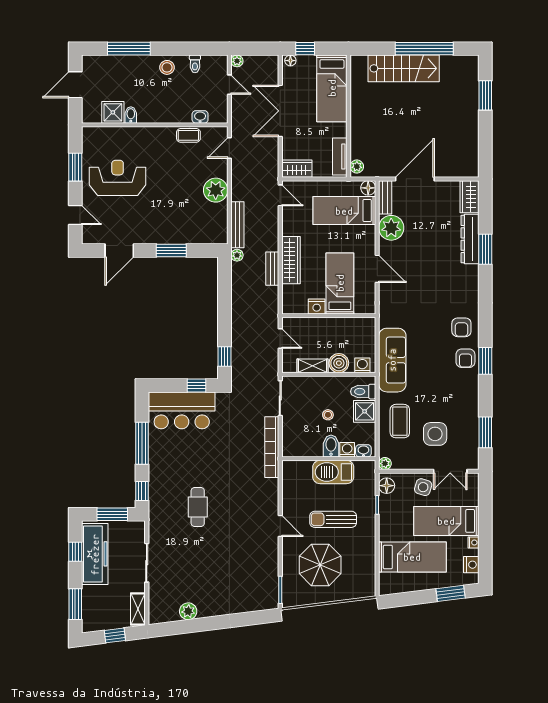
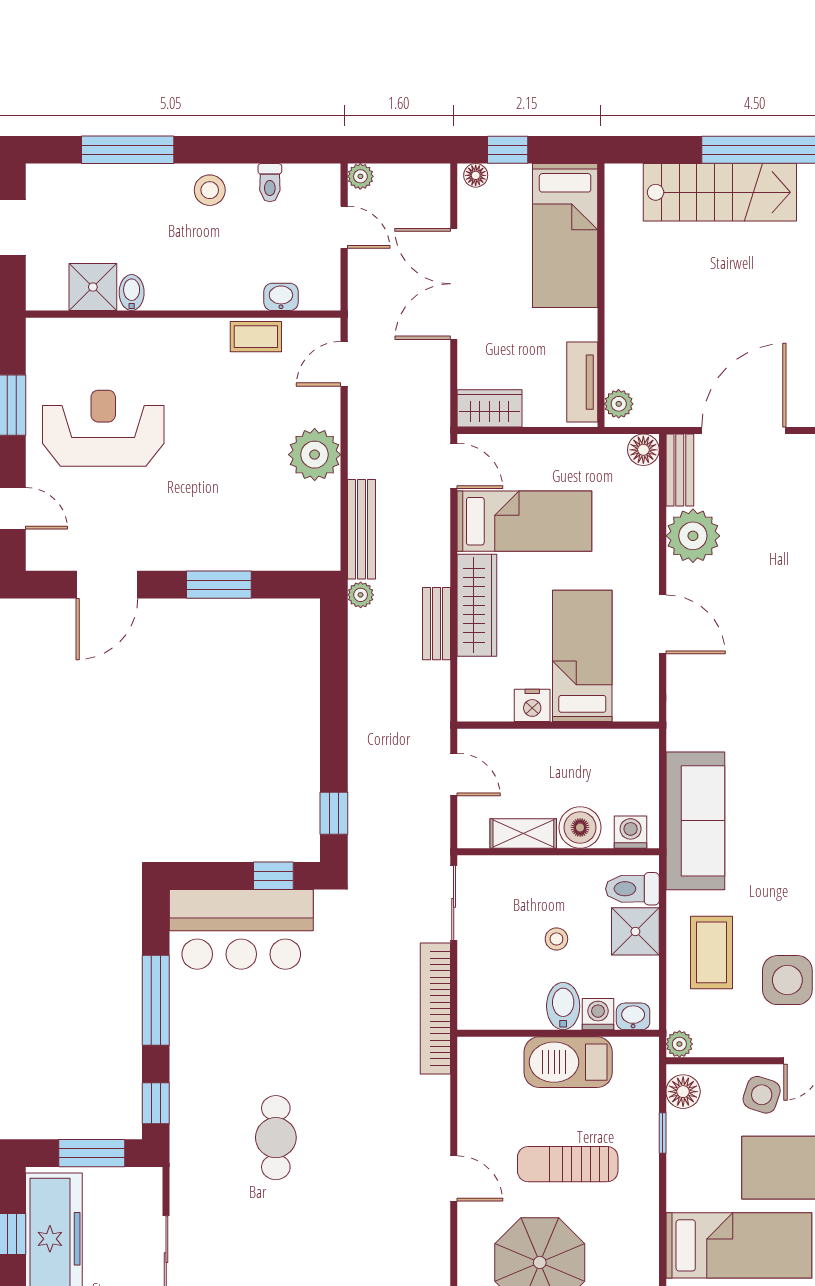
bed: (344, 211) -> (524, 521), moved, turned 180

